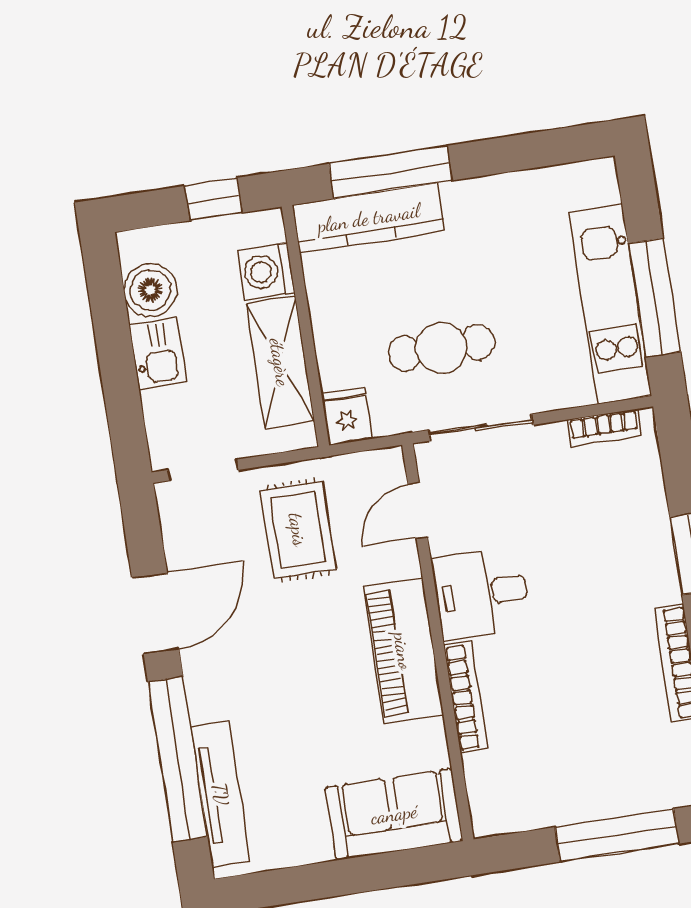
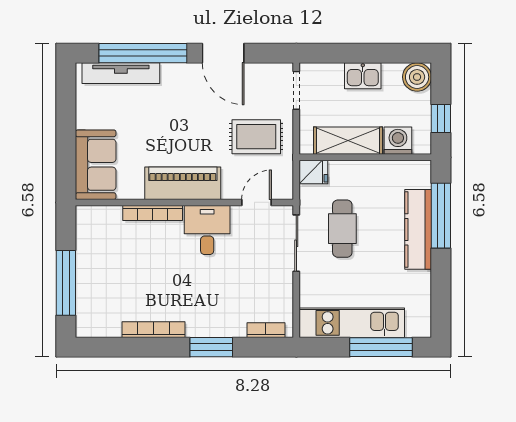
kitchen counter: (369, 218) -> (418, 229), moved
boiler: (150, 290) -> (417, 77), moved
window: (654, 298) -> (381, 347), moved
bookcase: (604, 428) -> (266, 330), moved, turned 90
door: (418, 511) -> (257, 202), hinge flipped

